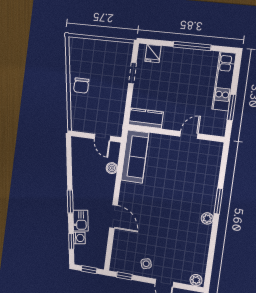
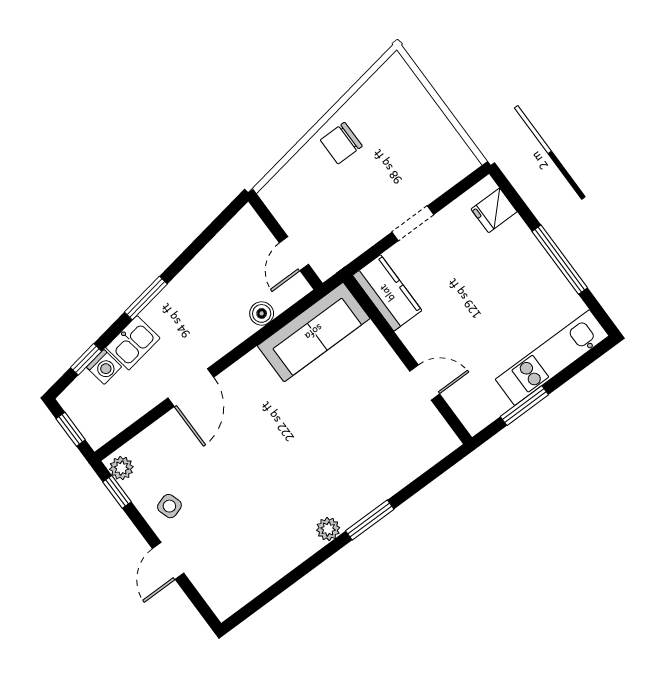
doorway: (132, 73) -> (413, 223), moved
plant: (196, 280) -> (121, 468), moved

